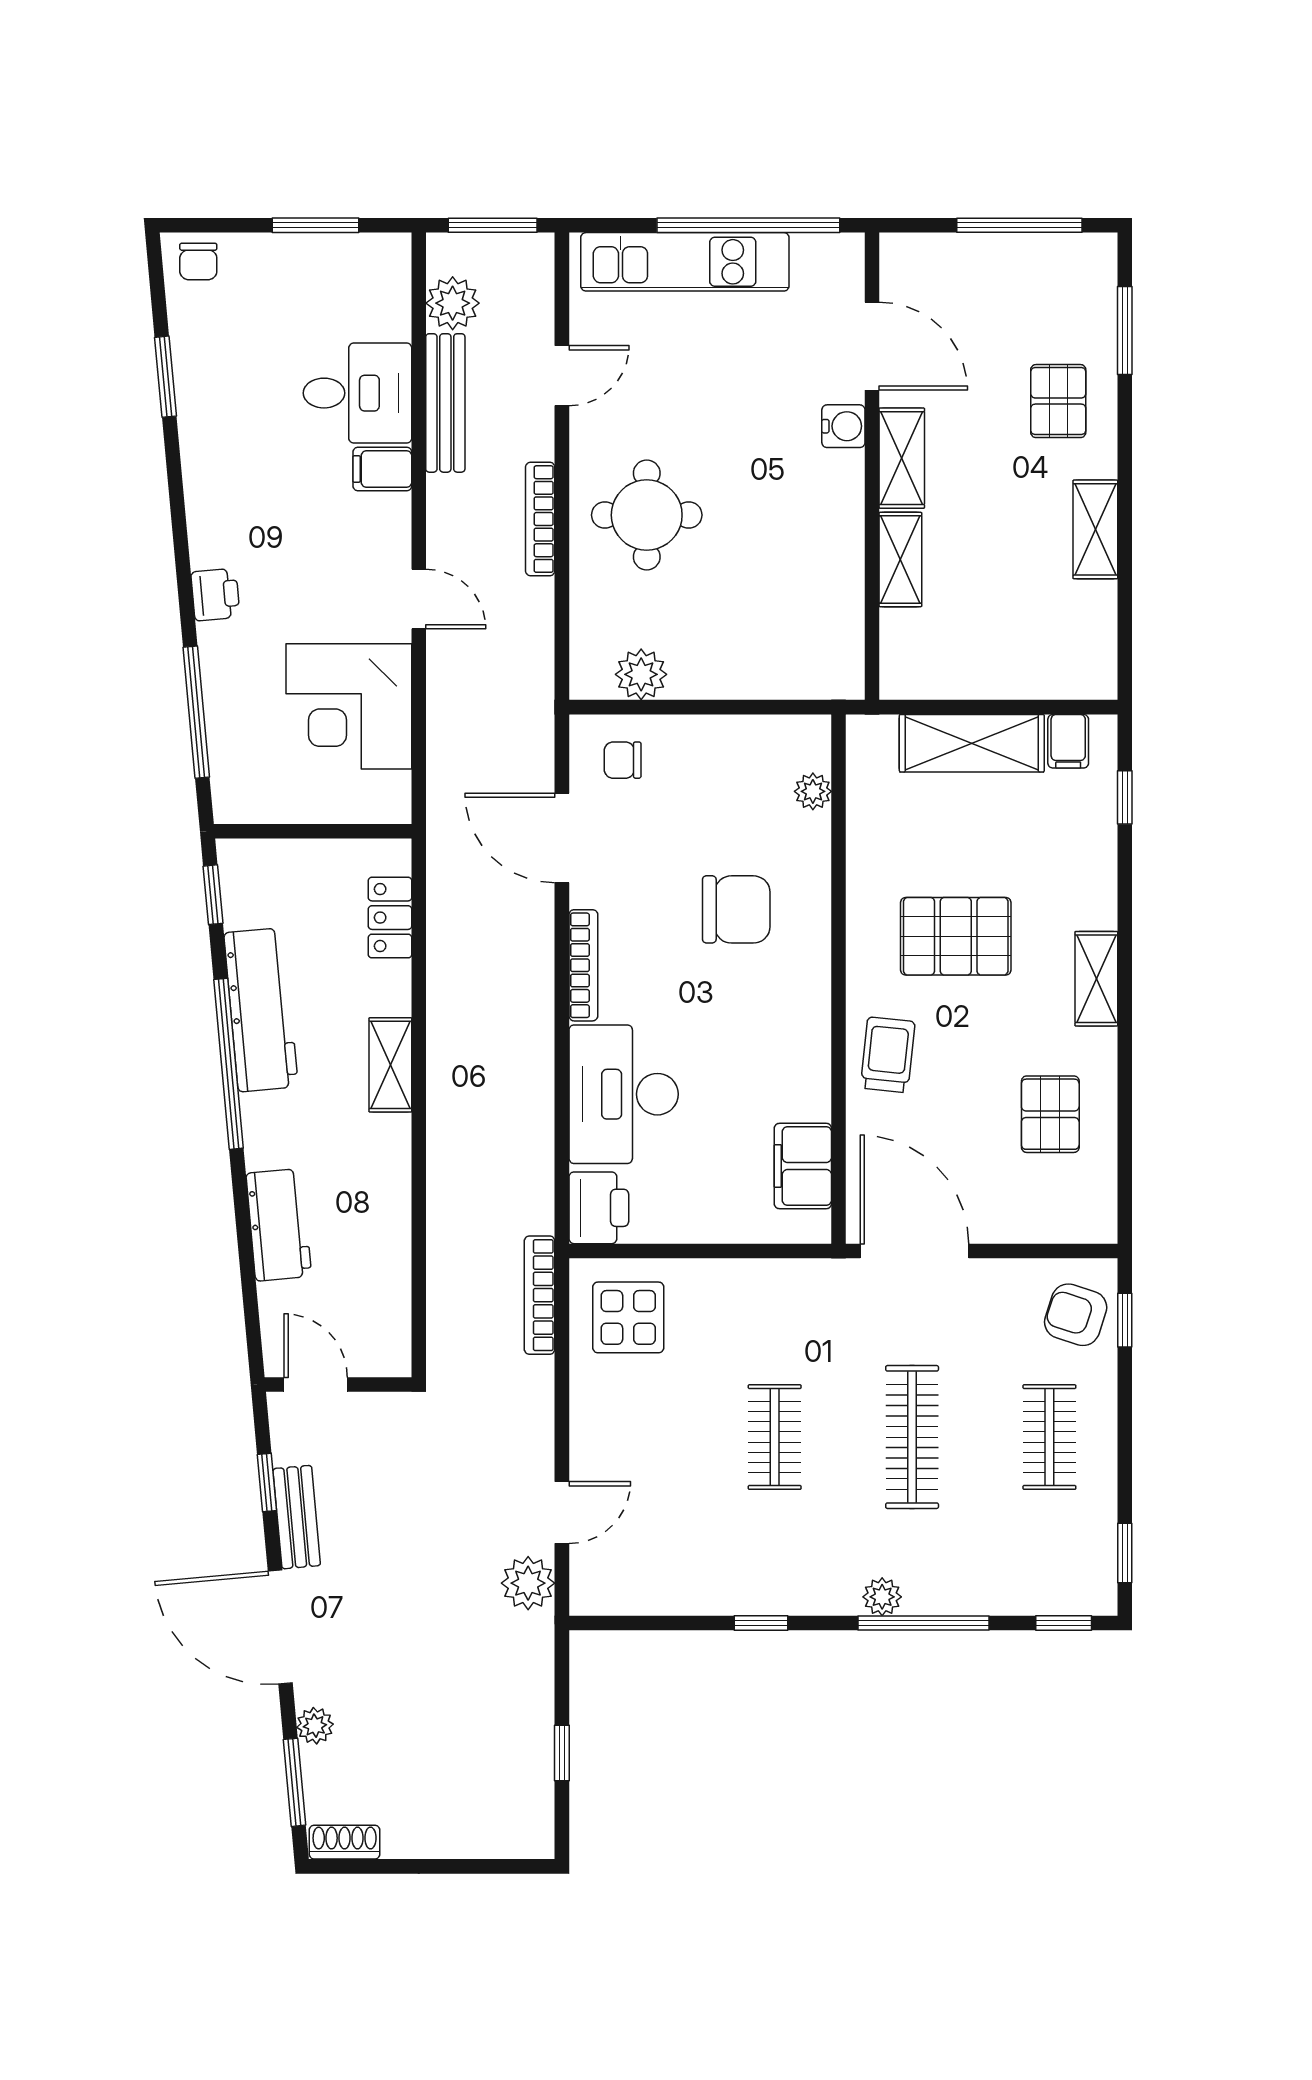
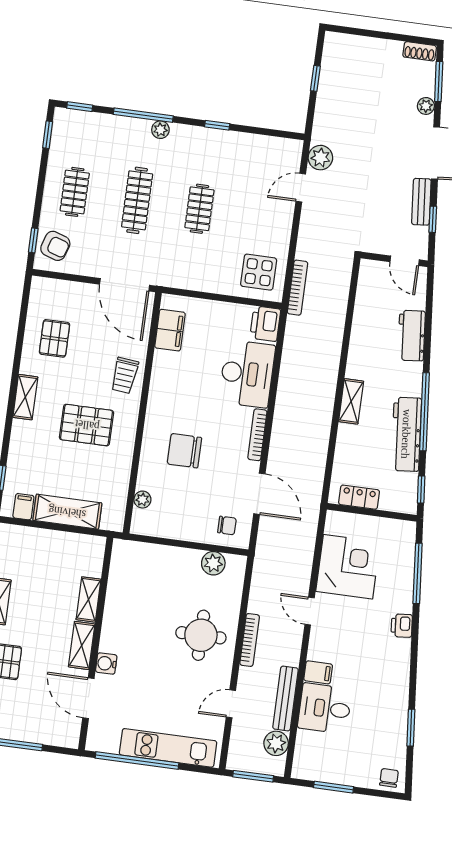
locker: (390, 918) -> (359, 497), moved, turned -90

